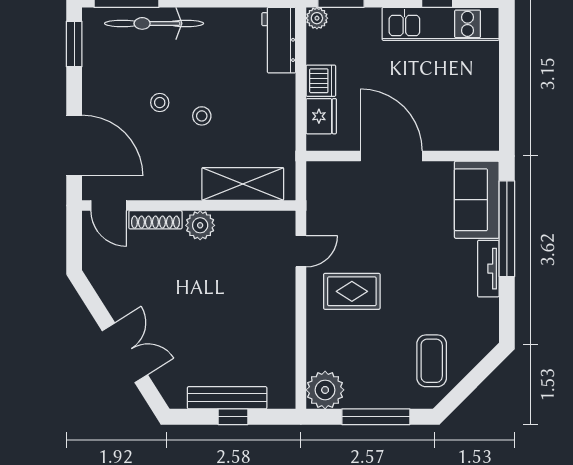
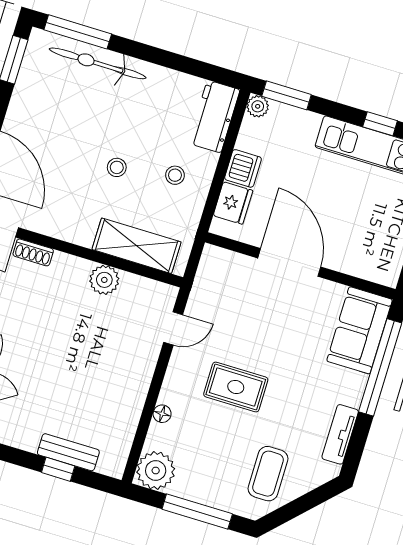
stool: (160, 103) -> (175, 175), moved
shoe rack: (155, 220) -> (33, 252), width x0.70
plant: (200, 225) -> (104, 280), moved
tv unit: (488, 269) -> (340, 434), moved
rug: (352, 291) -> (236, 387), moved
floor lamp: (315, 335) -> (162, 414), added
bench: (227, 398) -> (68, 452), width x0.73

